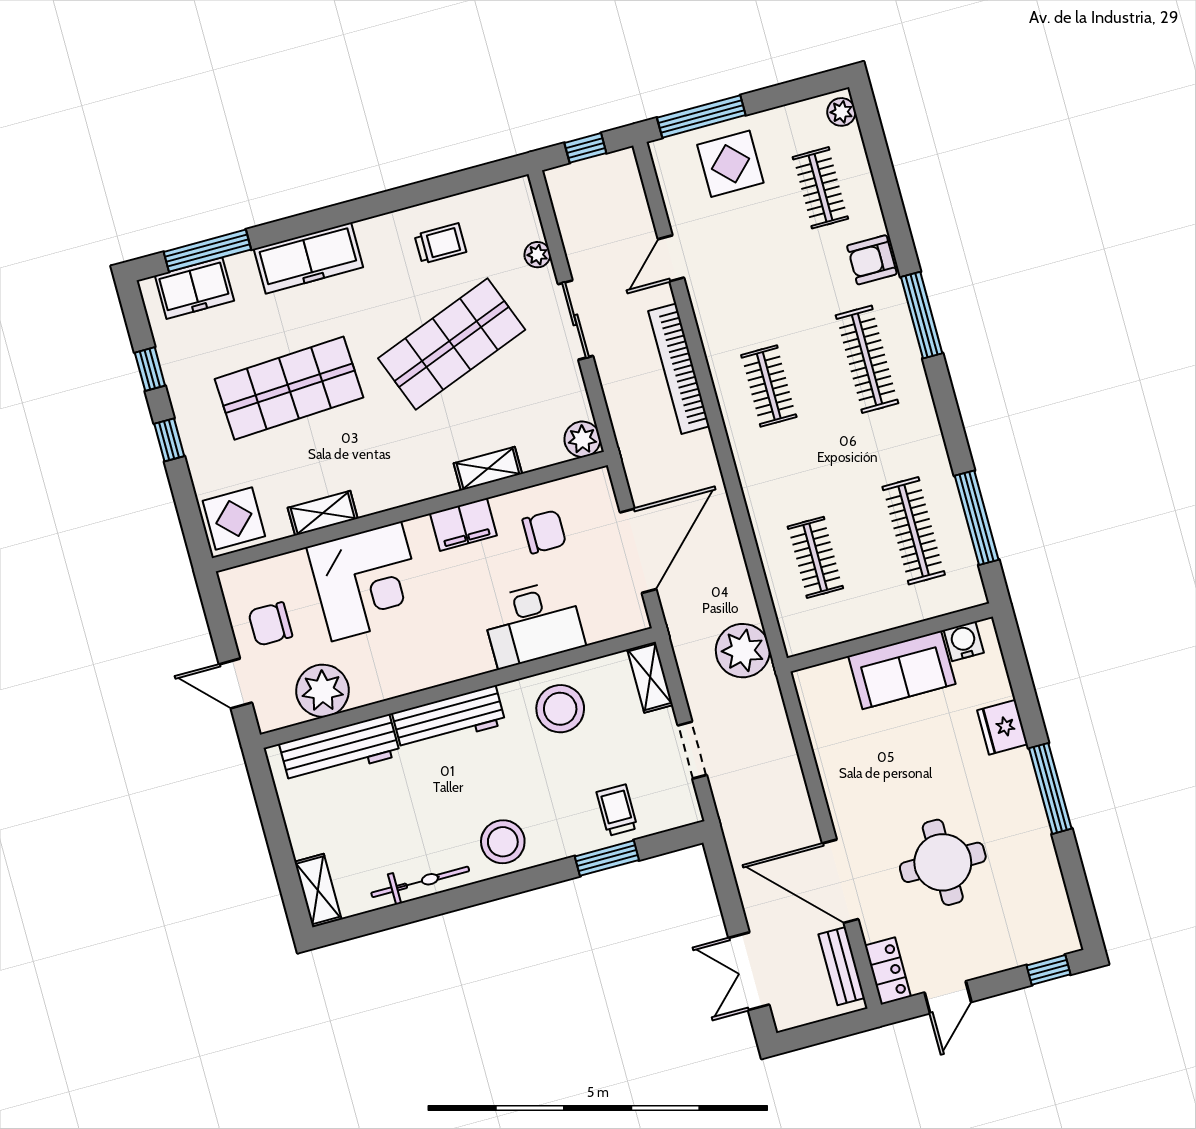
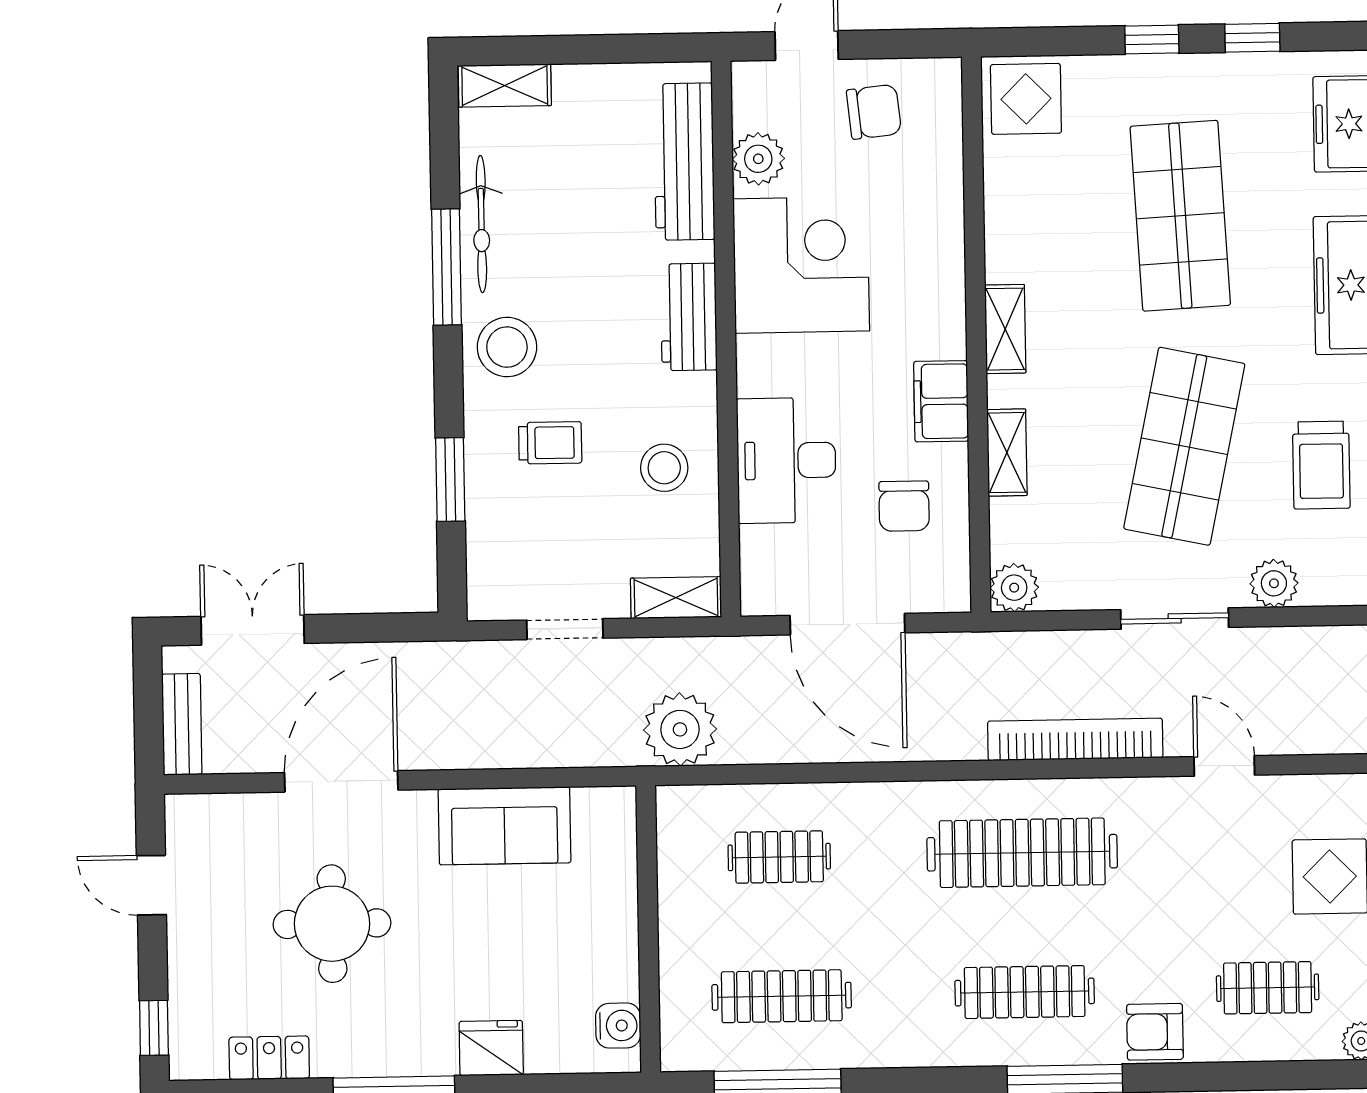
trolley: (440, 244) -> (1321, 465), width x1.36, depth x1.39
plant: (537, 255) -> (1274, 583), width x1.38, depth x1.38
armchair: (872, 260) -> (1155, 1032), turned -90
shop shelf: (452, 344) -> (1184, 446), turned 33
clothes rail: (769, 386) -> (1022, 853), width x1.86, depth x1.31
shelving: (323, 513) -> (1005, 329), moved
corner desk: (366, 581) -> (801, 265), moved, turned 180
chair: (270, 624) -> (874, 112), turned 84
sofa: (902, 670) -> (504, 826), moved, turned -90
plant: (322, 691) -> (758, 159), width x0.73, depth x0.73
stool: (560, 709) -> (664, 468), width x0.73, depth x0.73
workbench: (449, 718) -> (689, 317), width x0.73
trolley: (617, 810) -> (550, 443), moved
window: (457, 899) -> (447, 267), added
bench: (842, 966) -> (182, 724), moved, turned 90
locker: (888, 971) -> (269, 1058), moved, turned 180

